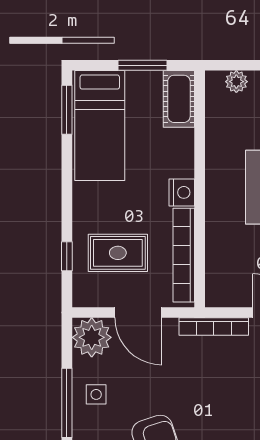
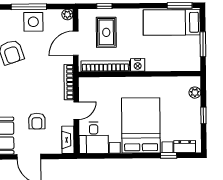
cot: (179, 99) -> (186, 63), removed
plant: (92, 337) -> (67, 15), width x0.53, depth x0.53
side table: (96, 394) -> (33, 22), width x1.87, depth x1.87

